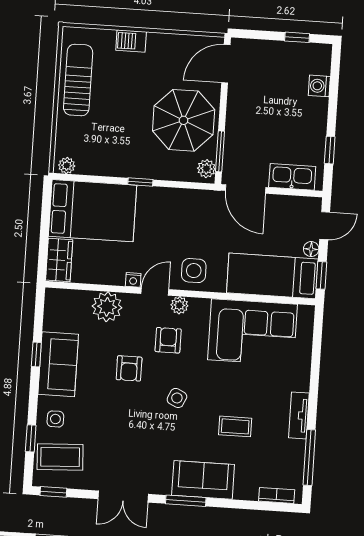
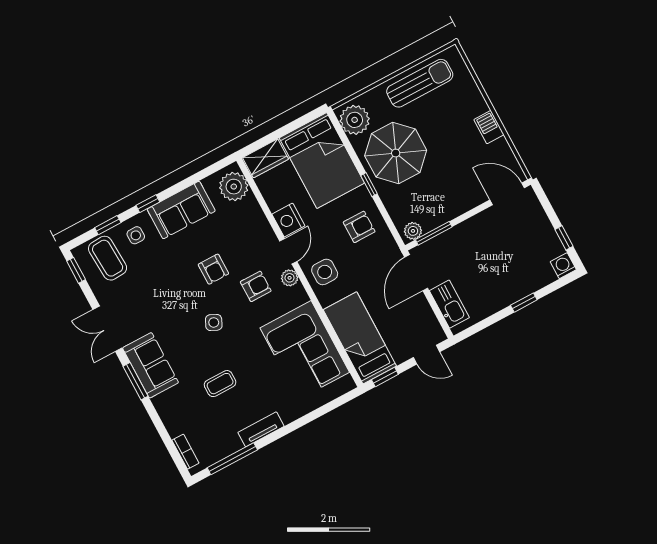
barbecue: (131, 41) -> (489, 127), moved
washing machine: (319, 86) -> (563, 266), moved
parasol: (184, 120) -> (396, 153), moved
window: (330, 150) -> (524, 303), moved
plant: (67, 166) -> (355, 120), width x1.88, depth x1.88
armchair: (173, 215) -> (359, 227), added
floor lamp: (311, 249) -> (401, 356), removed
nightstand: (133, 280) -> (288, 220), width x1.89, depth x1.79
door: (155, 291) -> (288, 251), hinge flipped
plant: (107, 307) -> (234, 187), moved
window: (36, 355) -> (148, 204), moved
armchair: (129, 368) -> (213, 269), turned -90
coffee table: (235, 426) -> (220, 384), turned 90
sofa: (203, 480) -> (150, 365), moved

